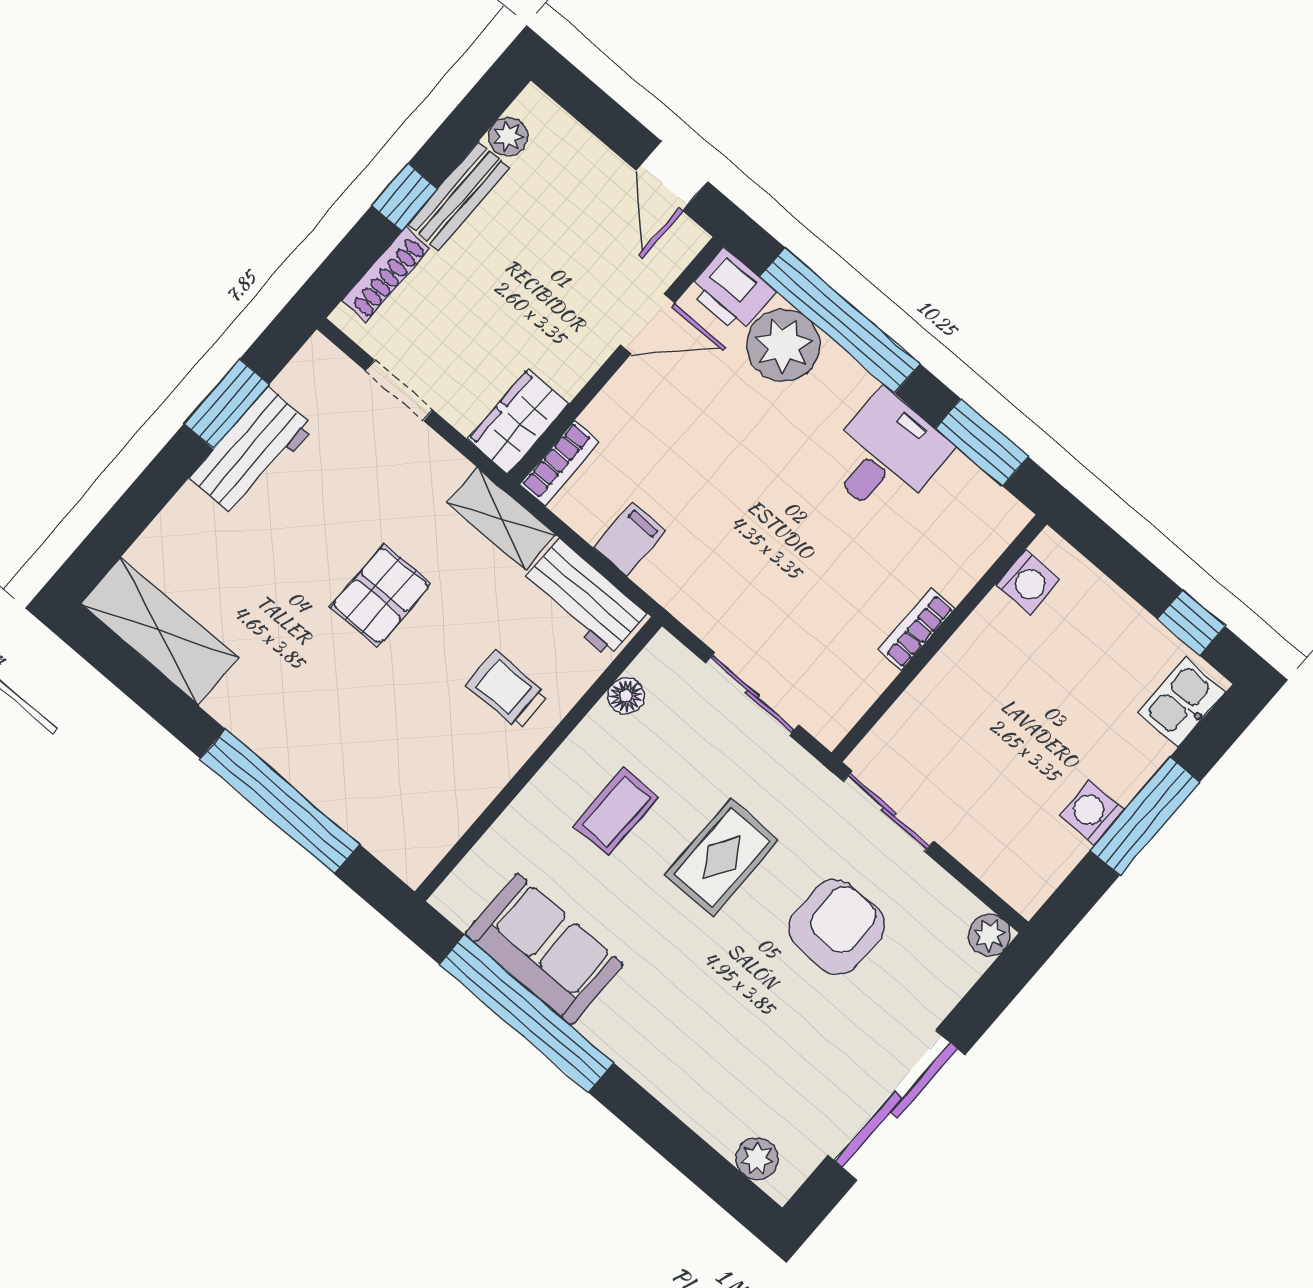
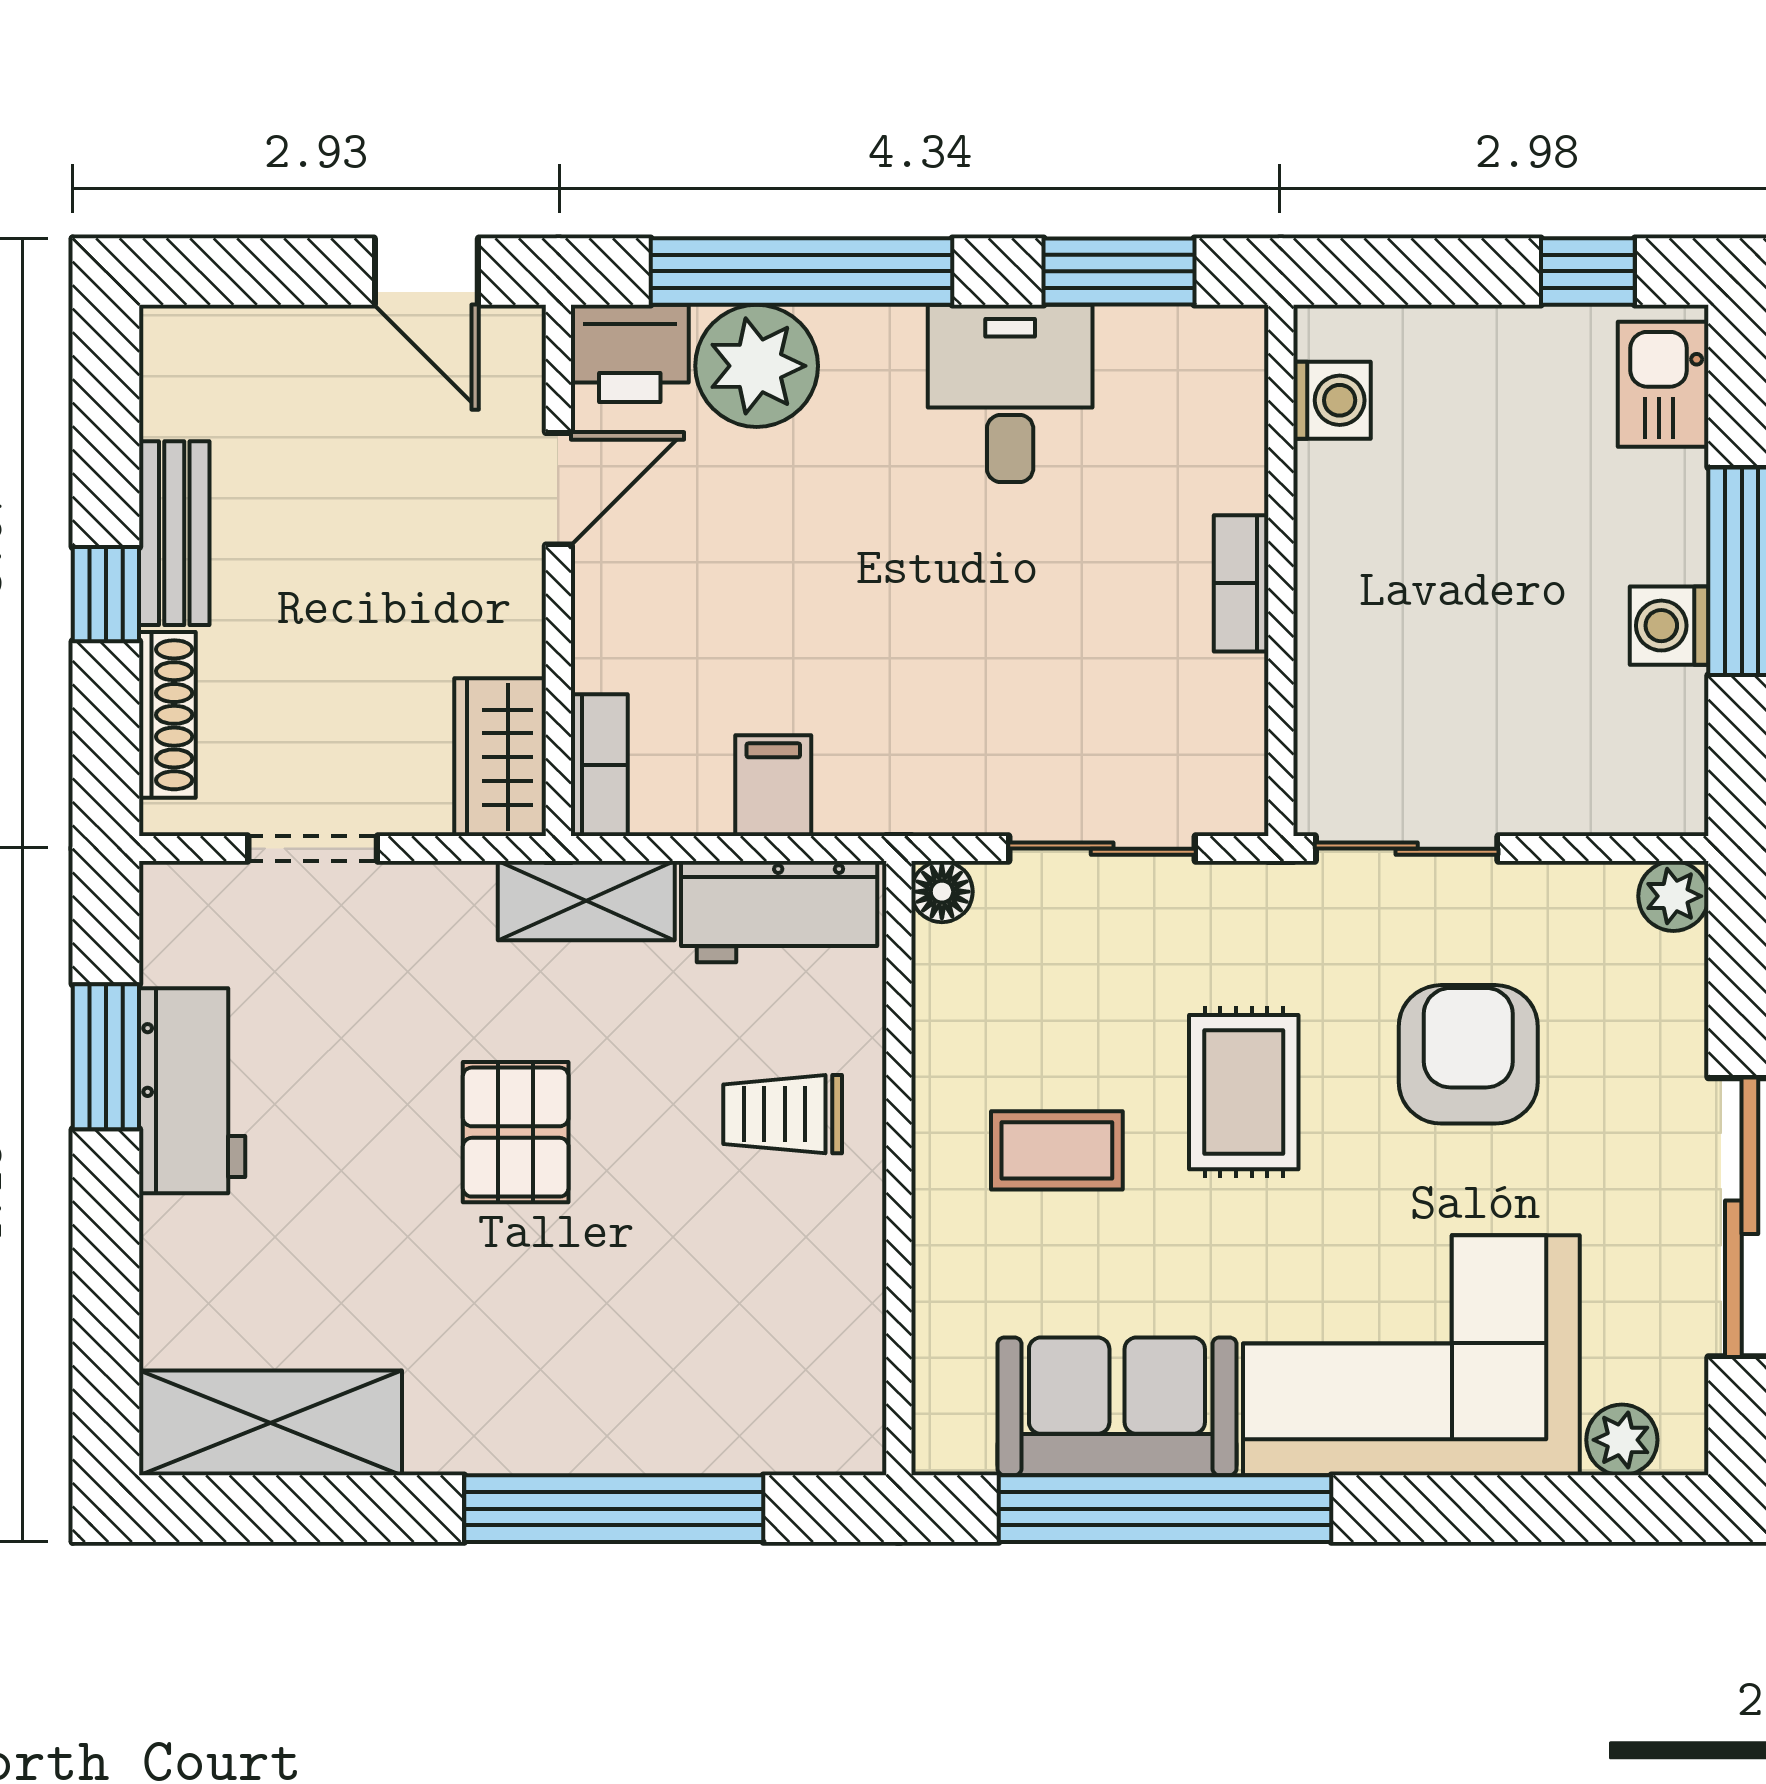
plant: (508, 136) -> (172, 402), removed
floor lamp: (626, 696) -> (942, 892), moved
coffee table: (616, 812) -> (1057, 1150), turned 90
corner sofa: (696, 1040) -> (1411, 1355), added

